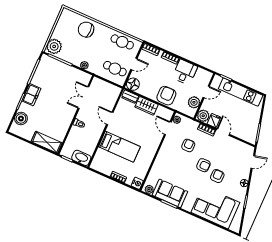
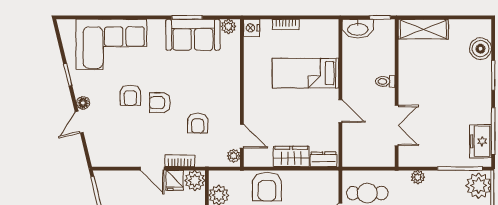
floor lamp: (133, 84) -> (328, 181), removed
freezer: (31, 95) -> (481, 141), moved
door: (253, 162) -> (79, 122), moved

